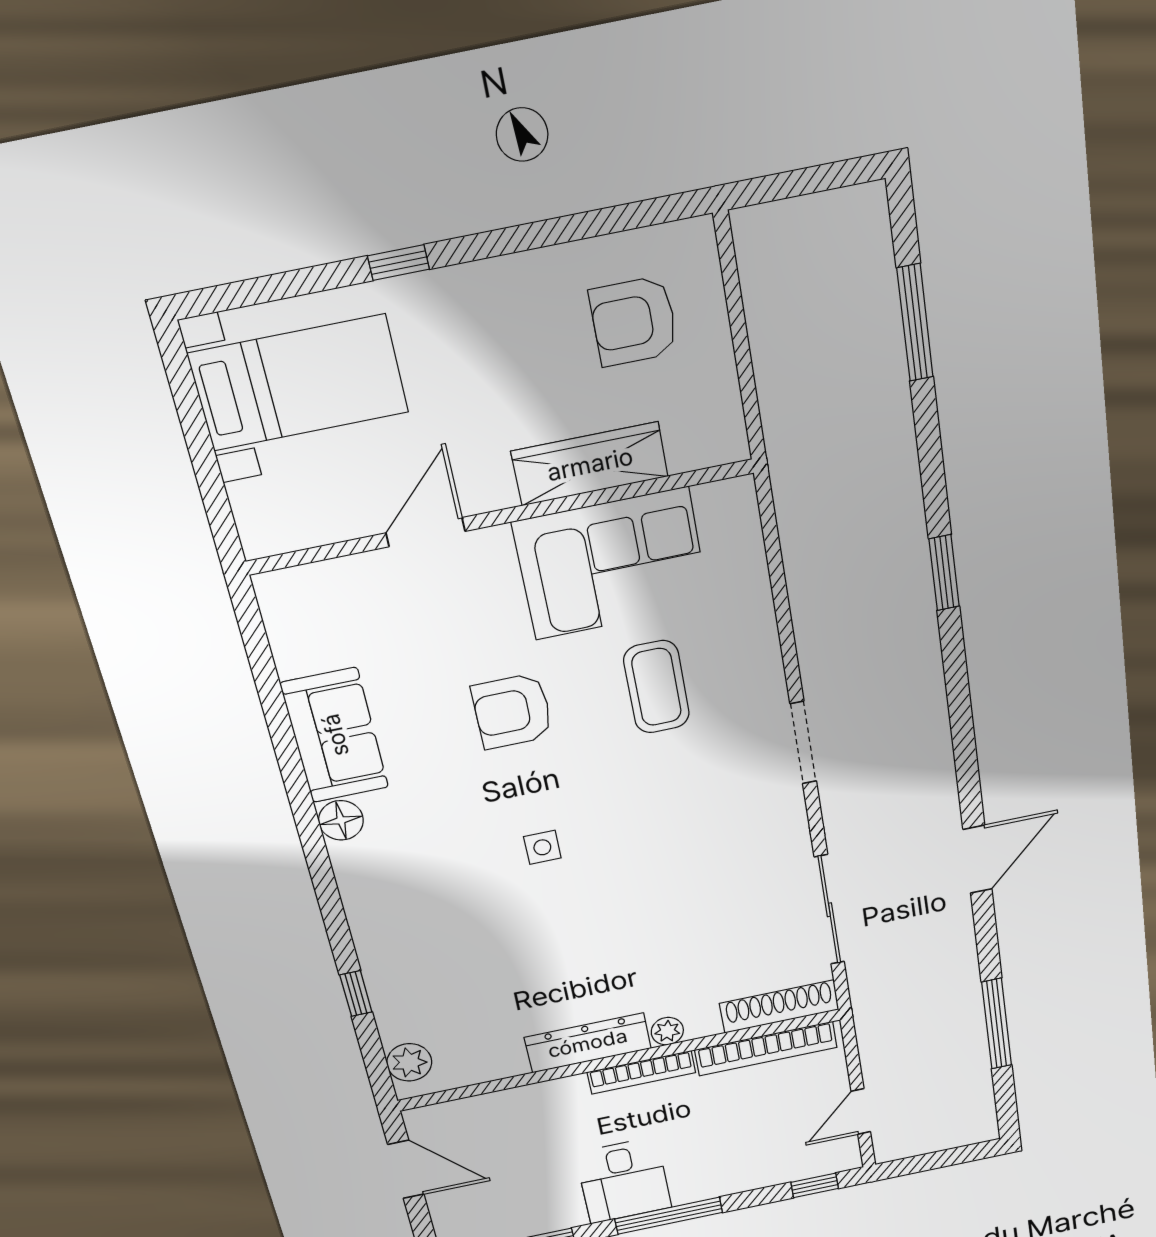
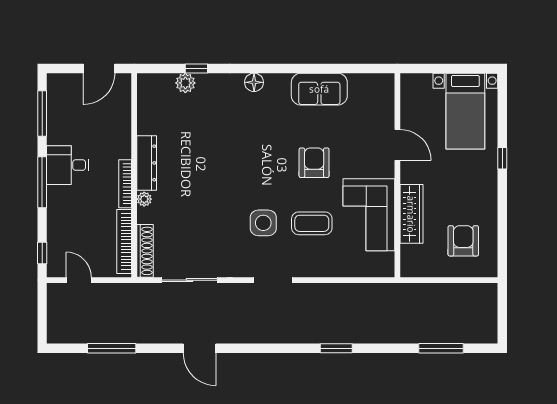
floor lamp: (341, 820) -> (254, 82), moved
side table: (542, 847) -> (263, 223), moved, width x1.87, depth x1.87
plant: (409, 1062) -> (185, 83), moved

